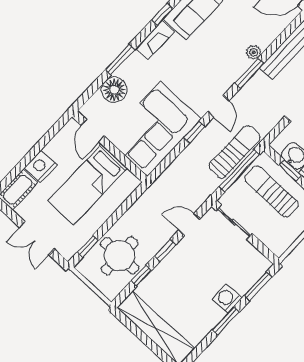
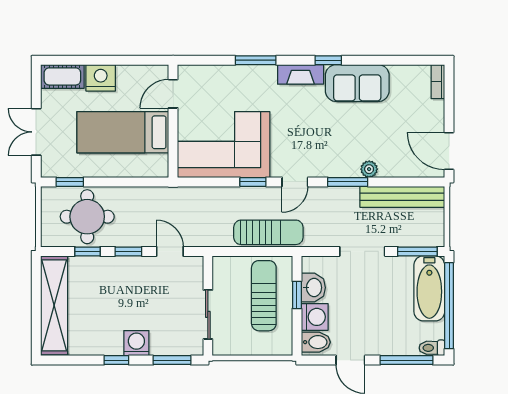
floor lamp: (114, 90) -> (225, 79), removed
window: (239, 171) -> (256, 251), removed
sliding door: (234, 222) -> (208, 314), moved
window: (226, 321) -> (116, 360), width x0.67

